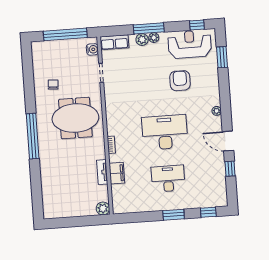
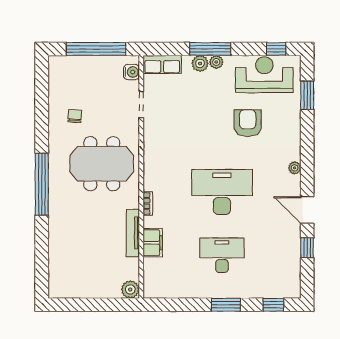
tv unit: (102, 172) -> (133, 233), width x1.41

